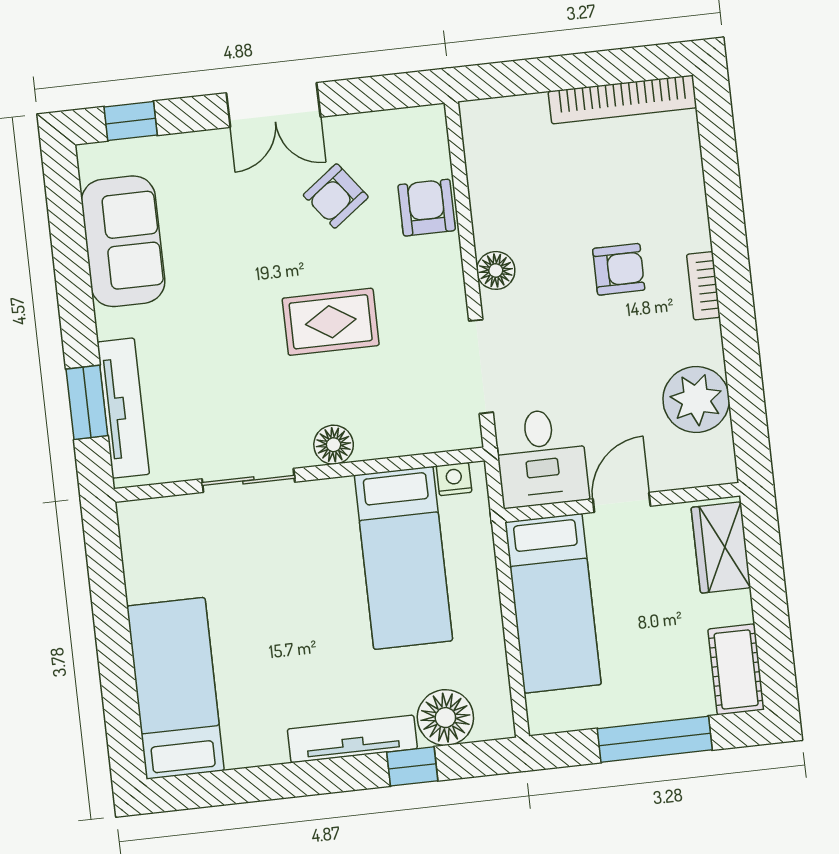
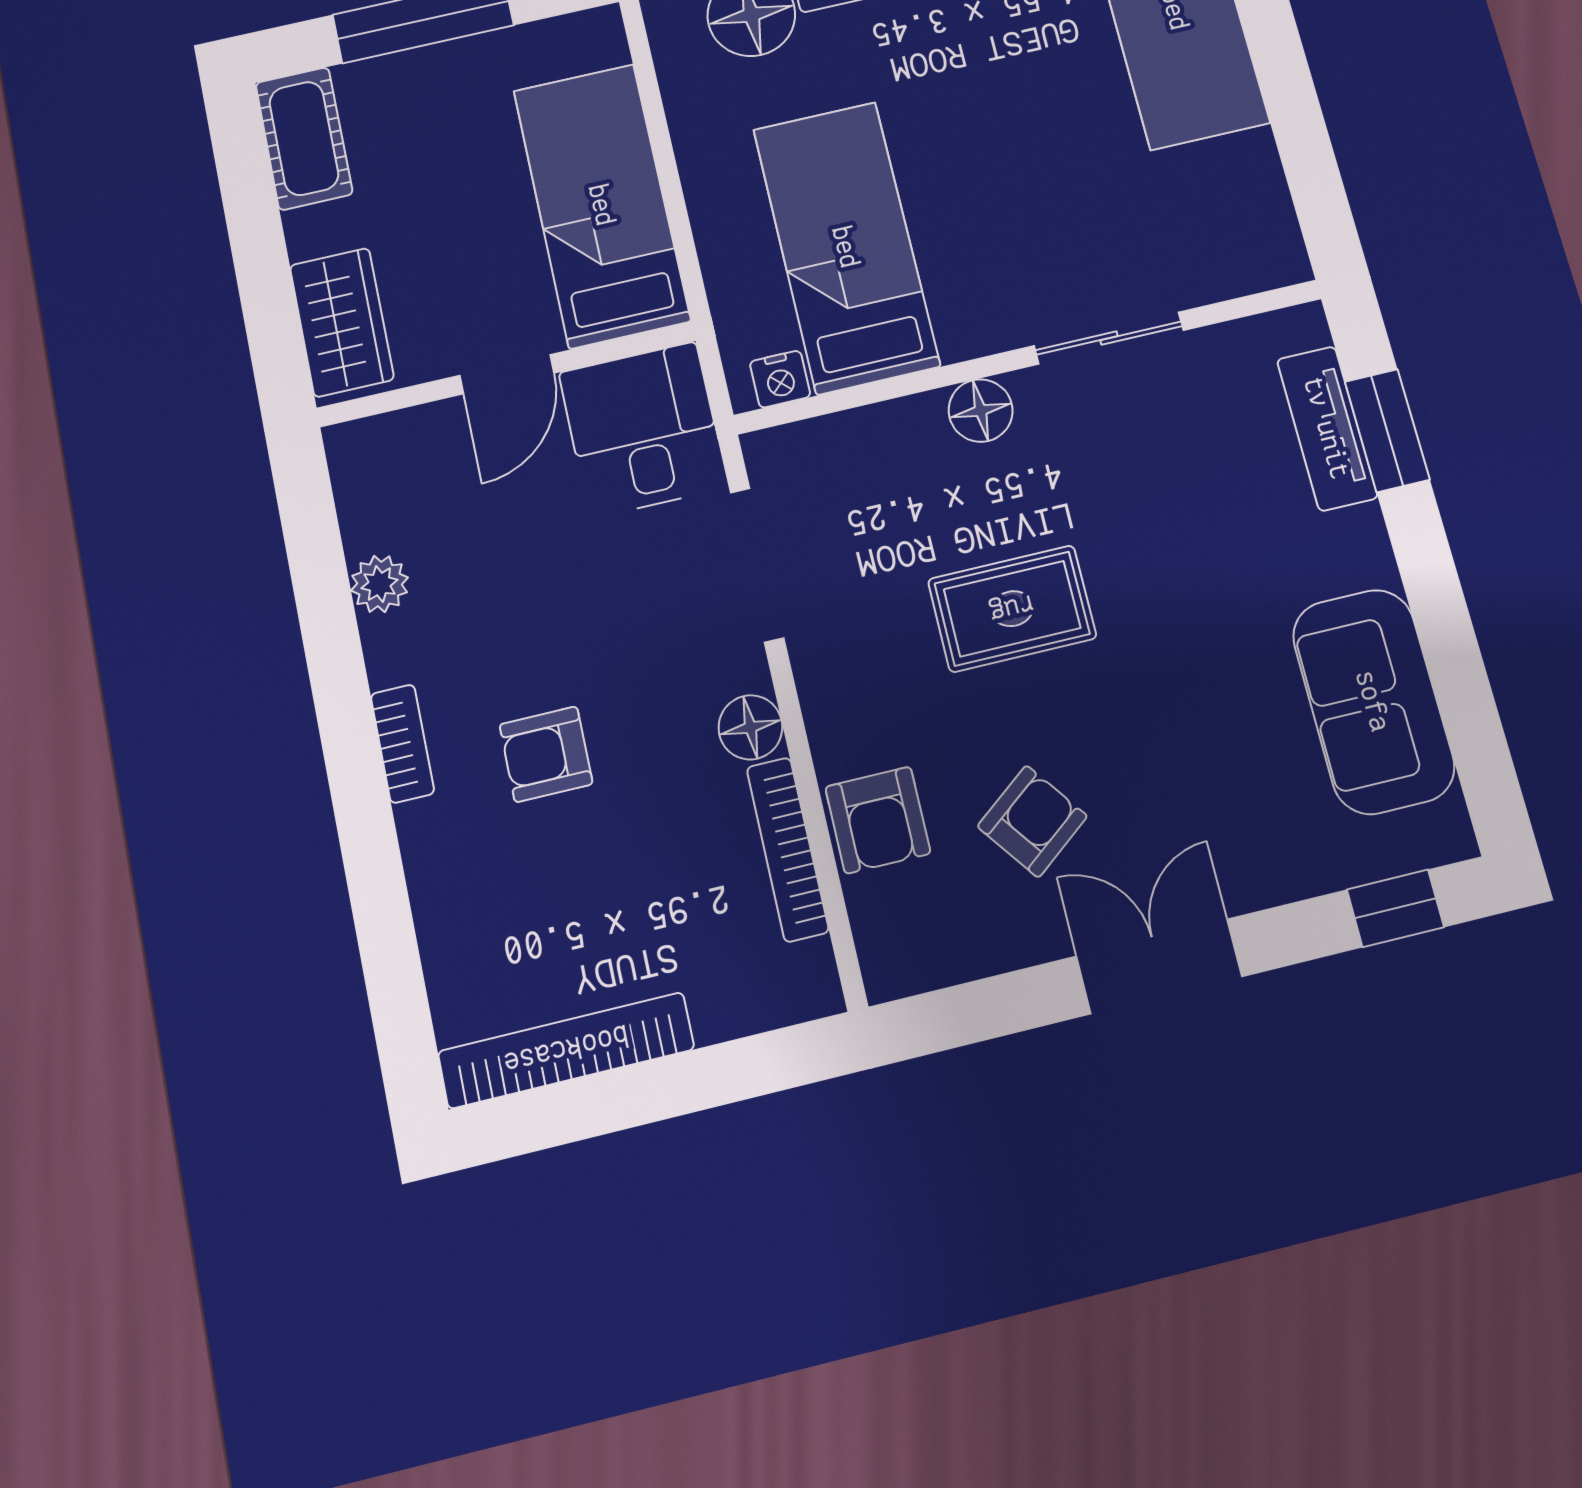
bookcase: (482, 197) -> (788, 849), added
plant: (696, 400) -> (379, 584), width x0.53, depth x0.53
tv unit: (123, 408) -> (1327, 428), width x0.71

